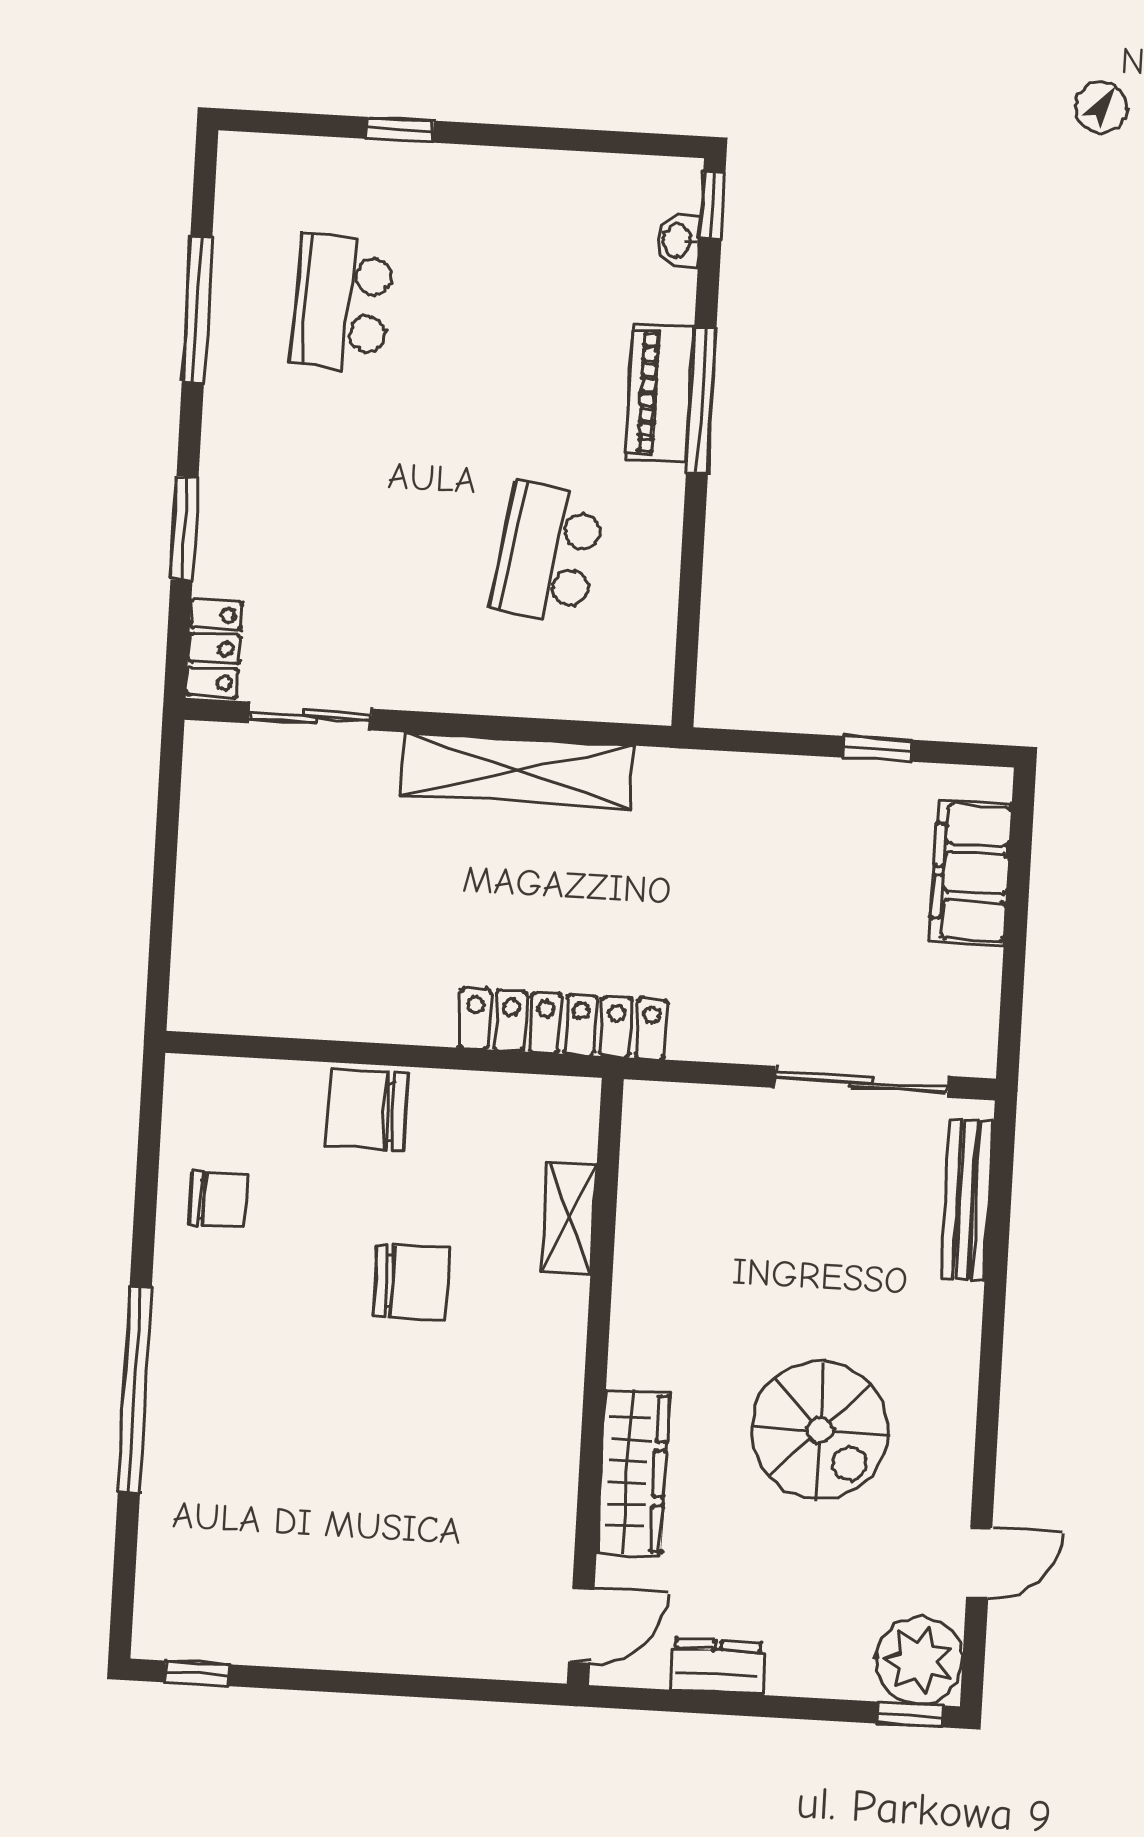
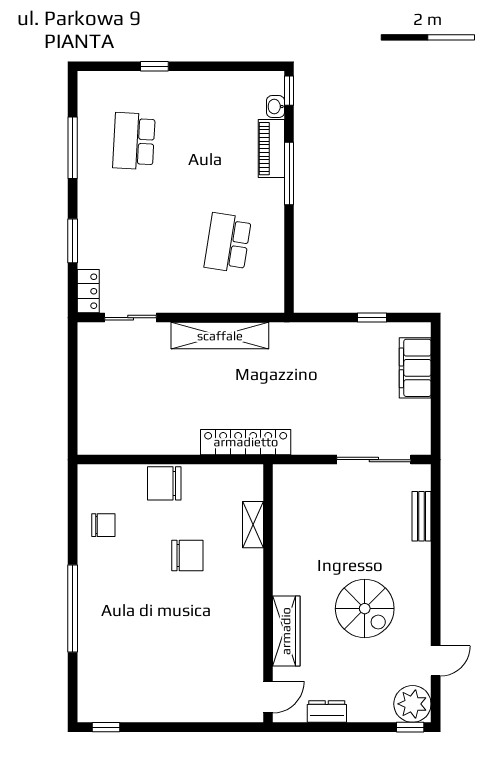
piano: (660, 393) -> (271, 149), moved
bench: (967, 1200) -> (422, 516), width x0.73

